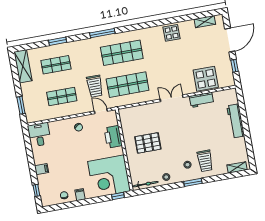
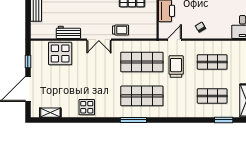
window: (102, 33) -> (133, 120), moved
window: (58, 41) -> (224, 120), moved
door: (101, 111) -> (174, 40), swing flipped
trolley: (153, 111) -> (121, 30), added

